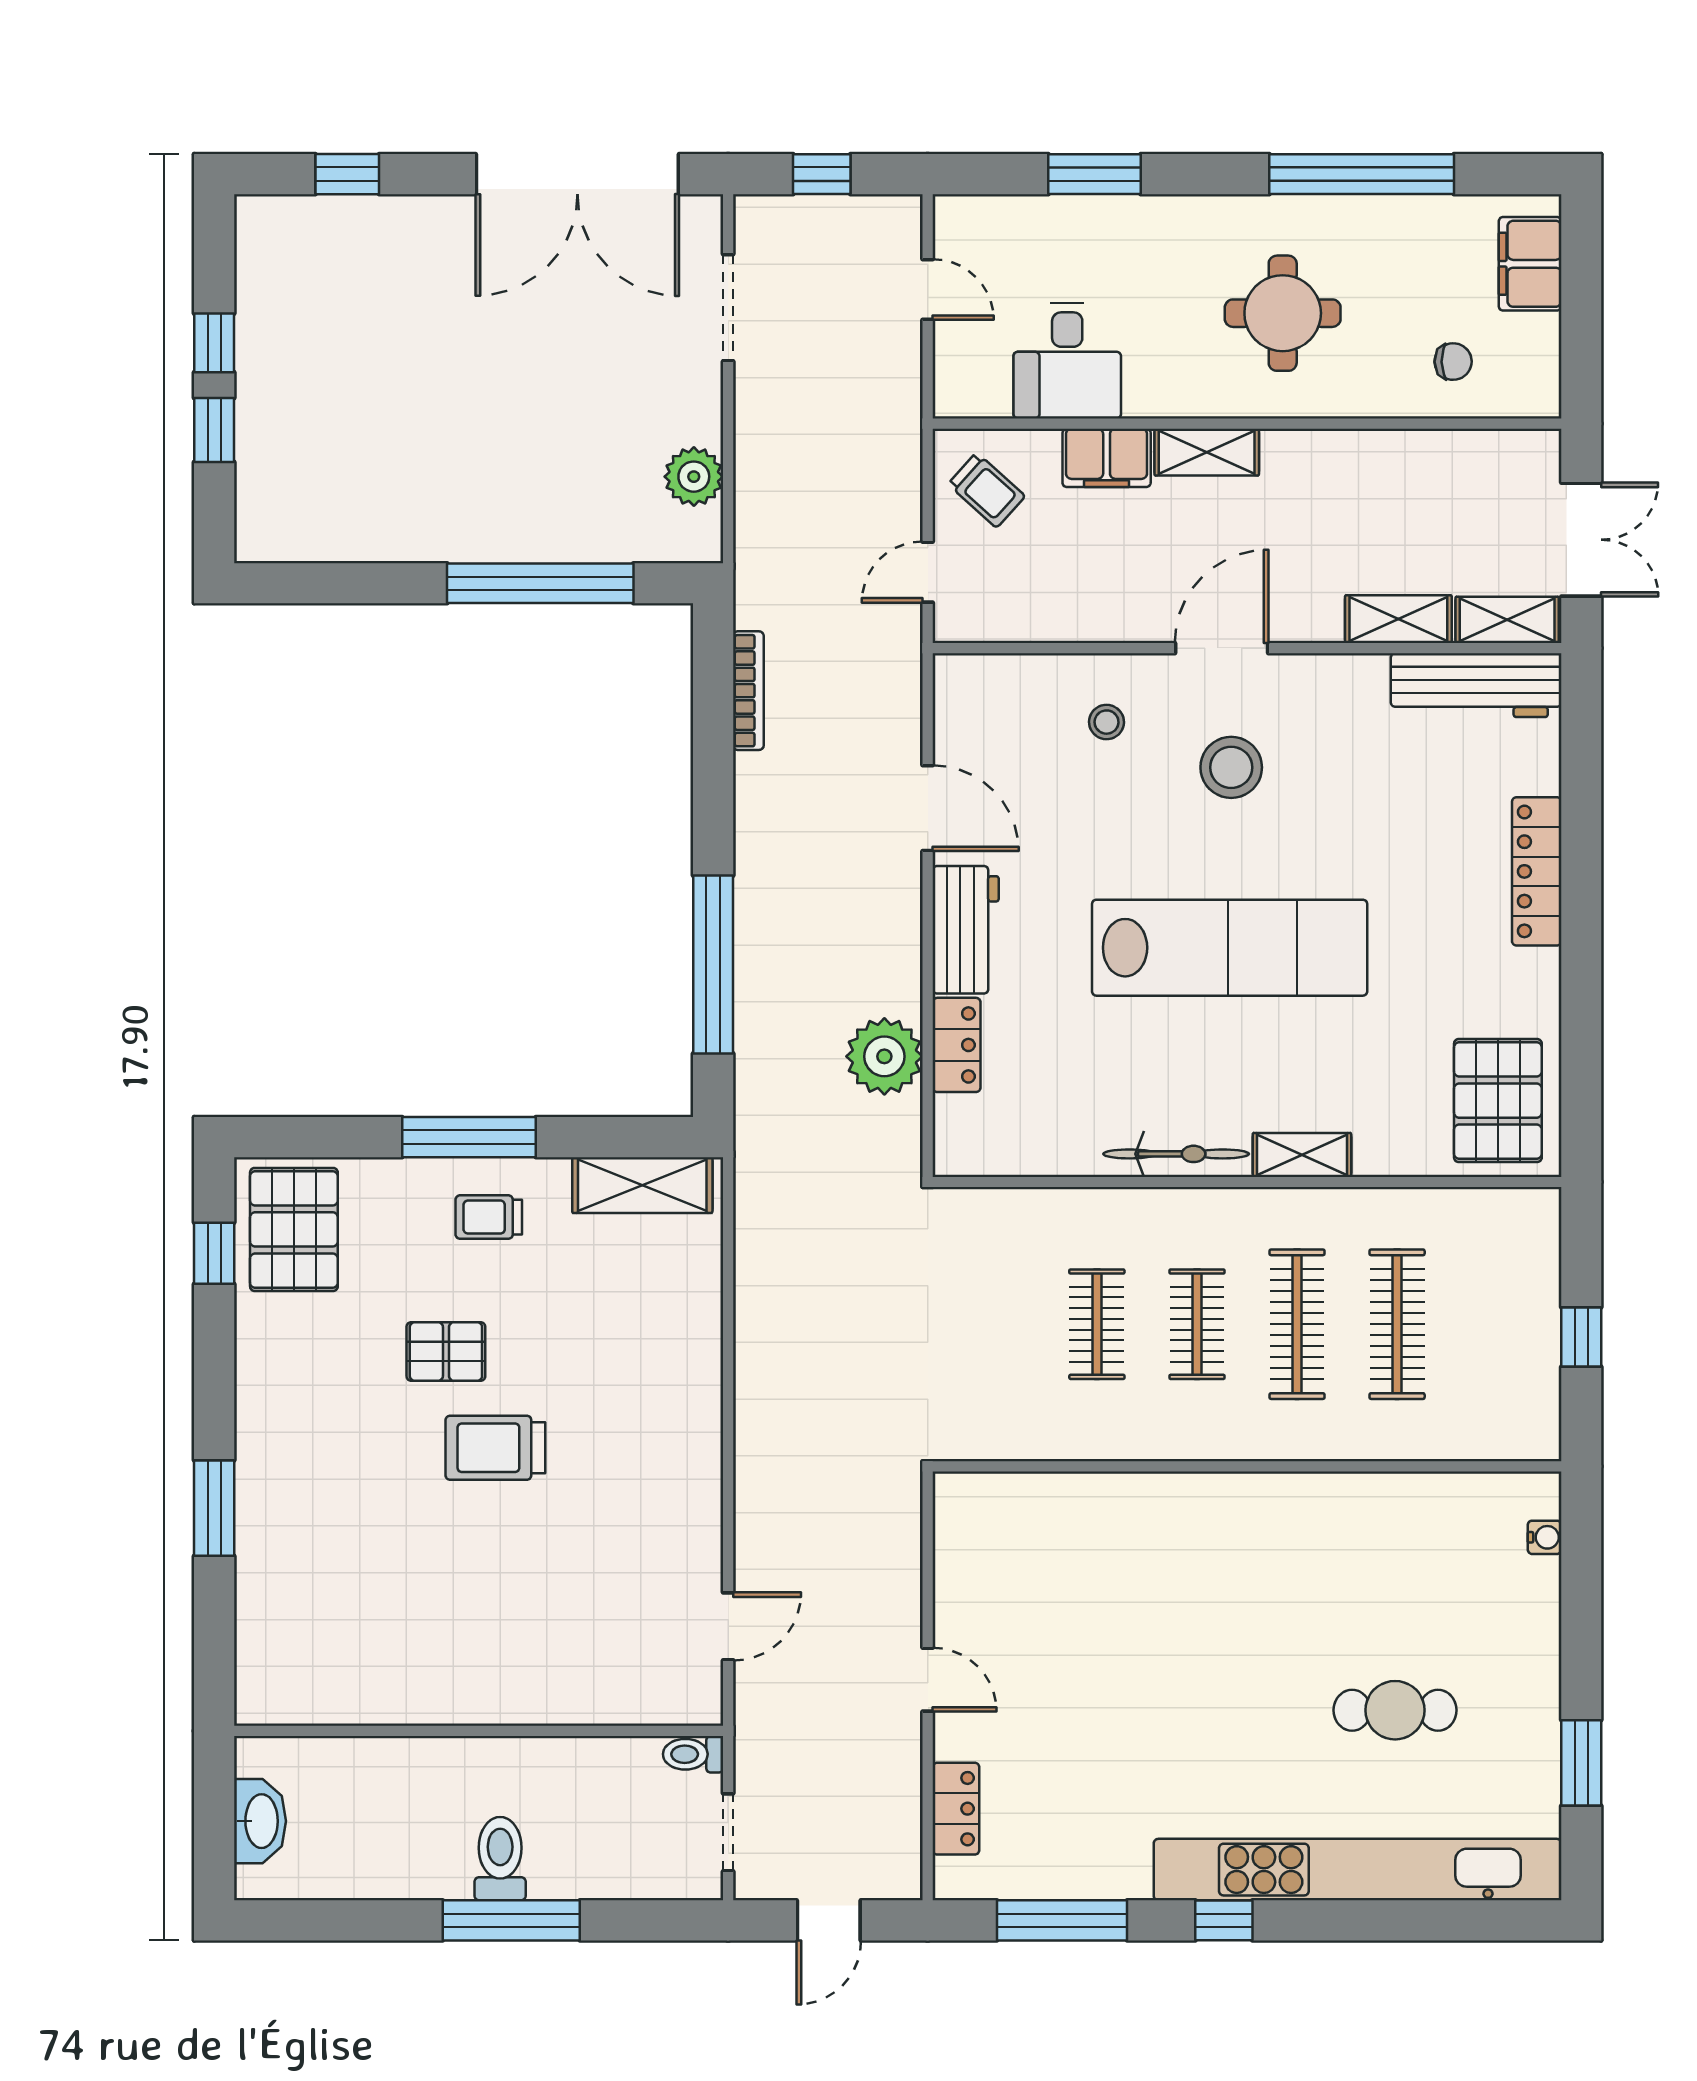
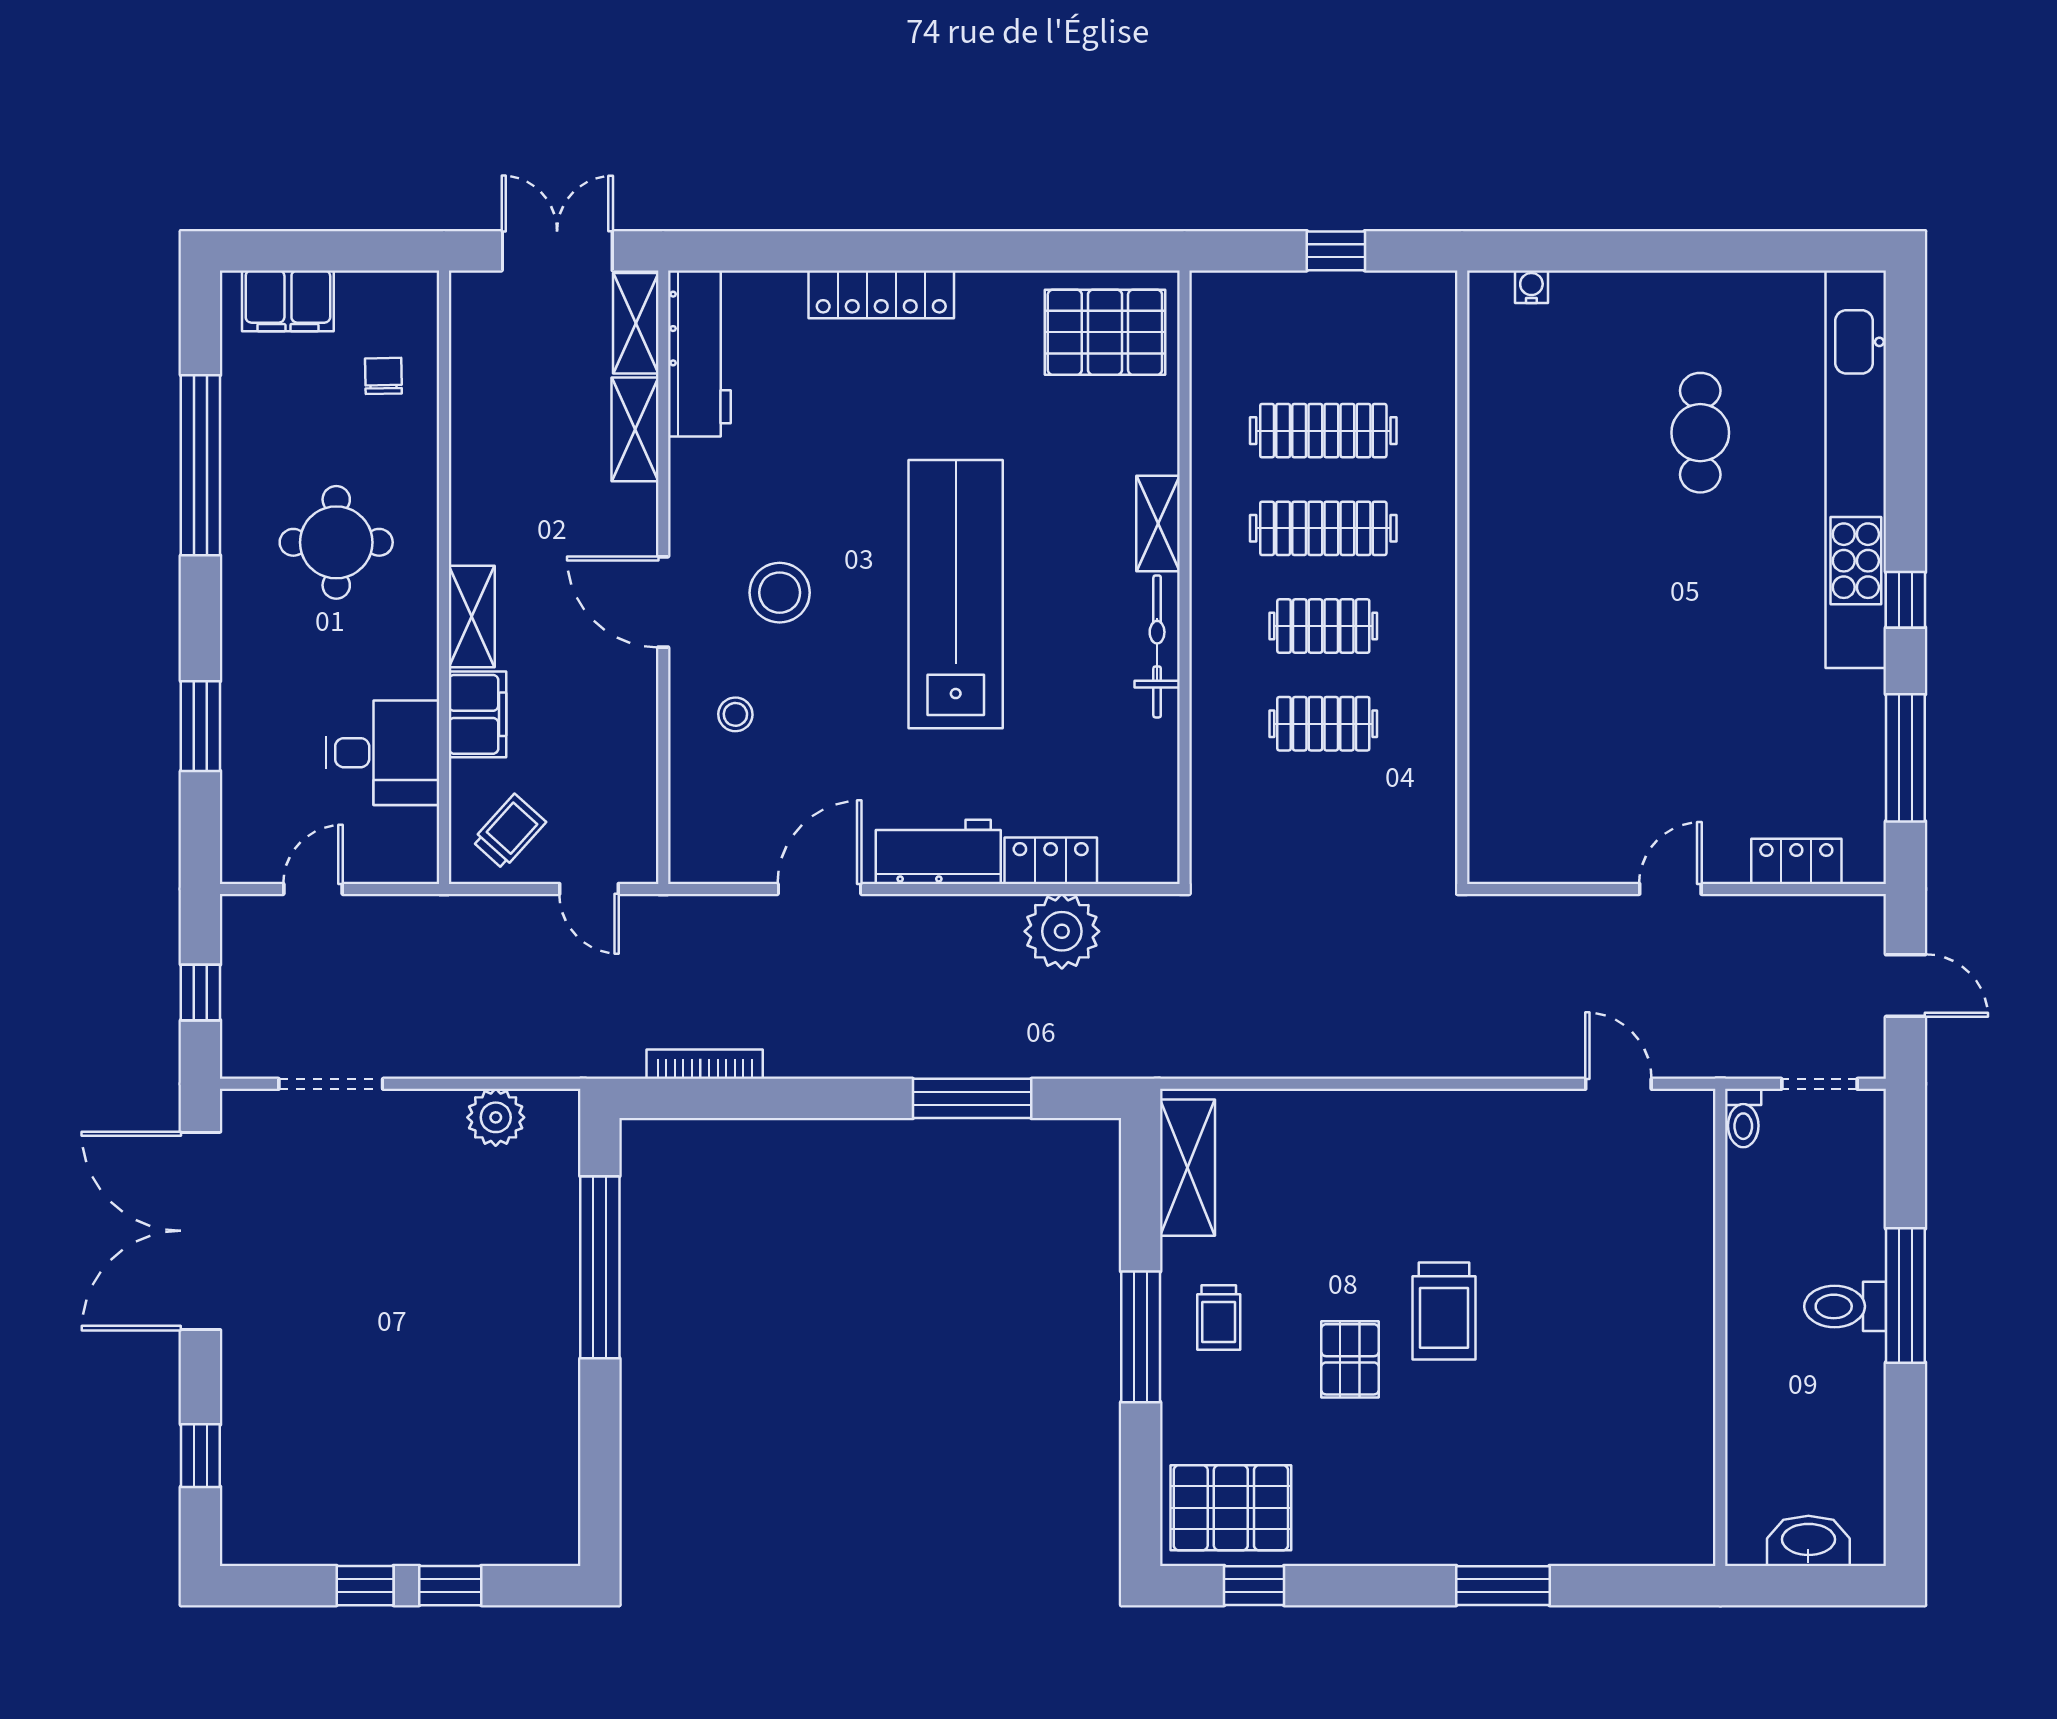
double door: (577, 174) -> (200, 1231), swing flipped
window: (713, 964) -> (972, 1098), width x0.68
window: (1581, 1763) -> (1752, 251), removed

